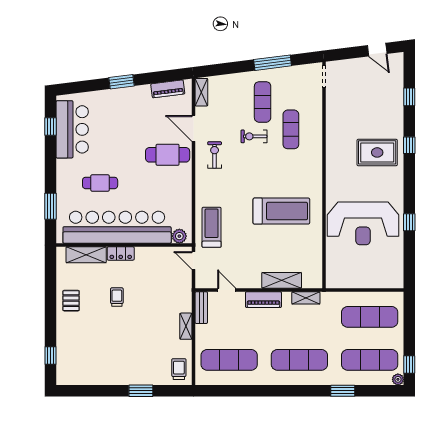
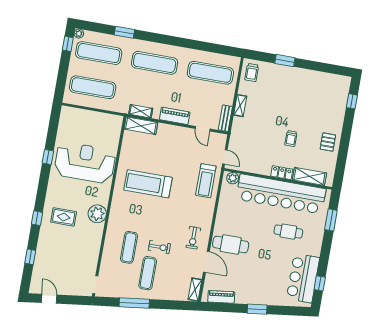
rug: (377, 152) -> (64, 217), width x0.73, depth x0.70
plant: (337, 164) -> (97, 214), added
shelving: (282, 280) -> (141, 126), moved

